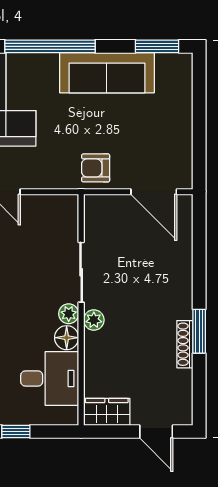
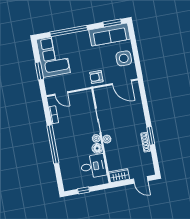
sofa: (107, 73) -> (110, 34), moved
side table: (169, 136) -> (124, 58), added

